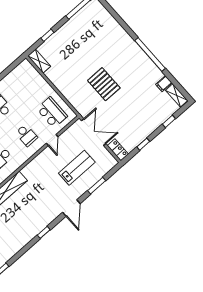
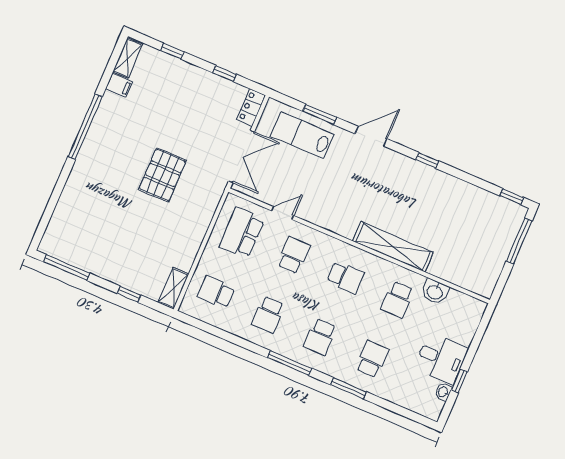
school desk: (26, 83) -> (216, 292), added
double door: (94, 132) -> (241, 156), swing flipped
lab bench: (77, 168) -> (302, 135), moved

